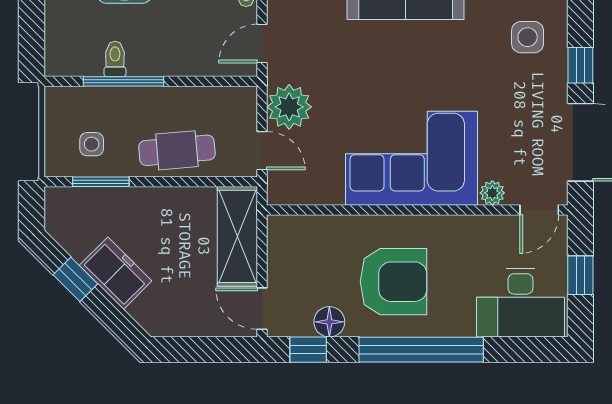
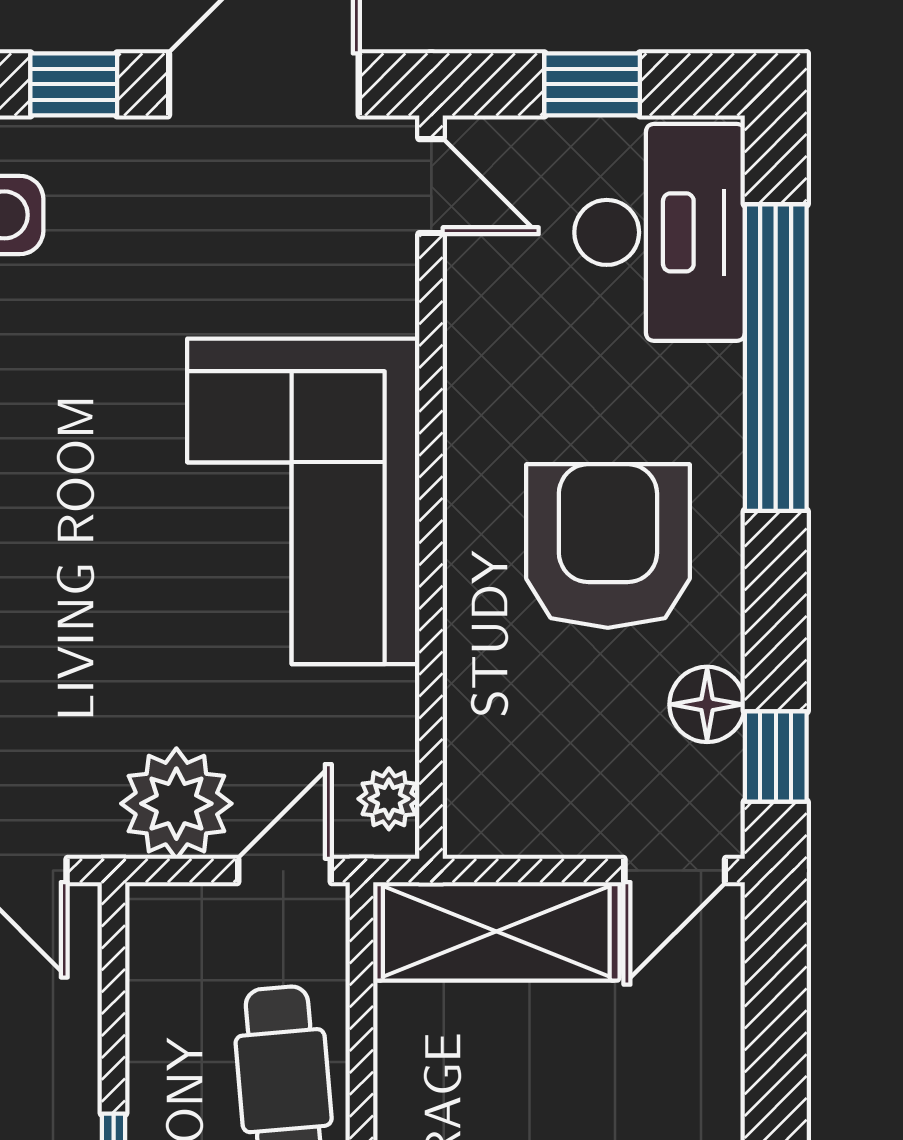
plant: (492, 193) -> (389, 799), moved
window: (421, 350) -> (776, 358), moved

